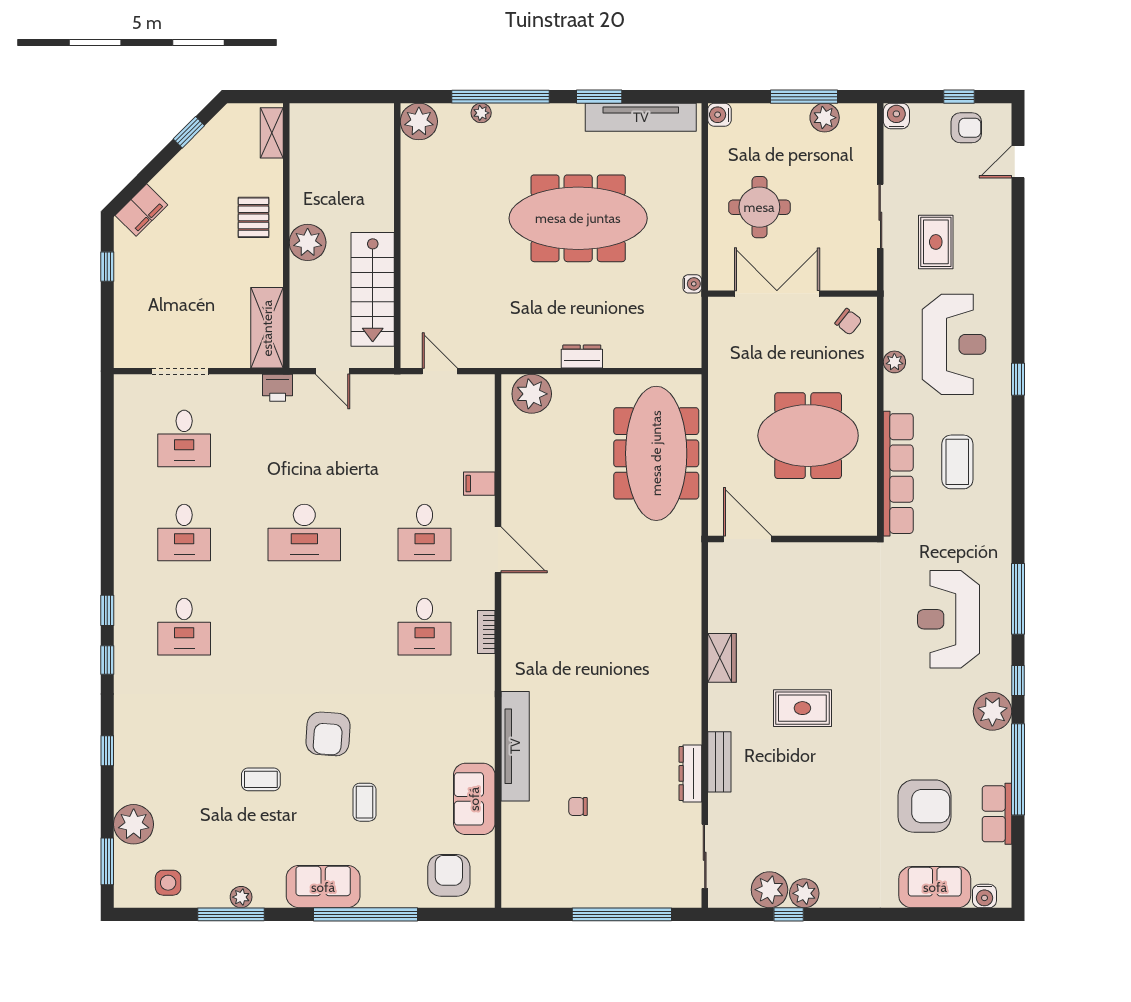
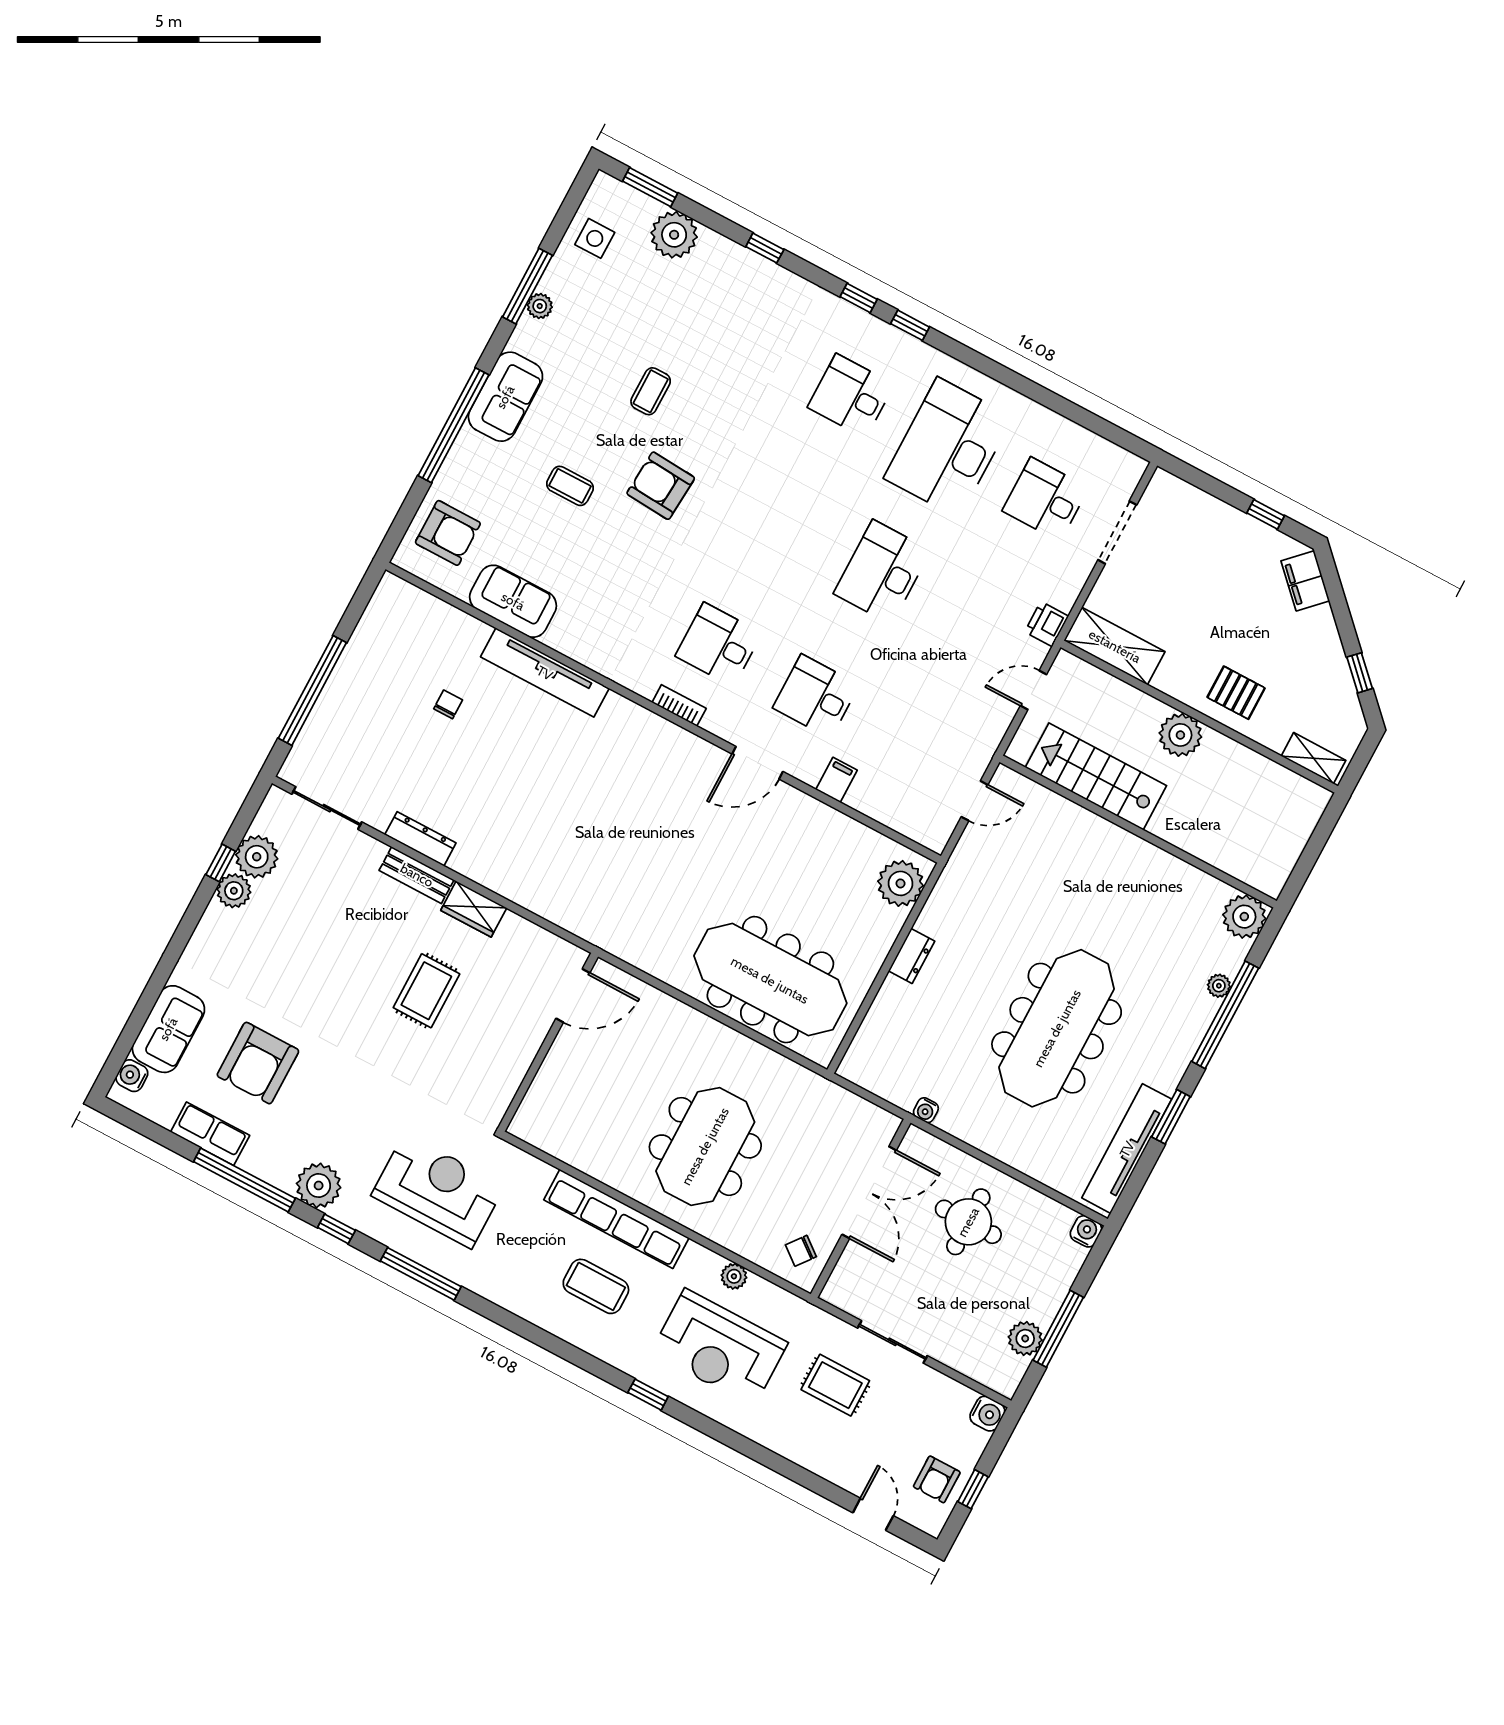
desk: (184, 533) -> (948, 448), width x1.87, depth x1.30
door: (747, 539) -> (573, 996), moved
wall: (792, 539) -> (548, 1042), moved
wardrobe: (722, 658) -> (474, 909), moved

